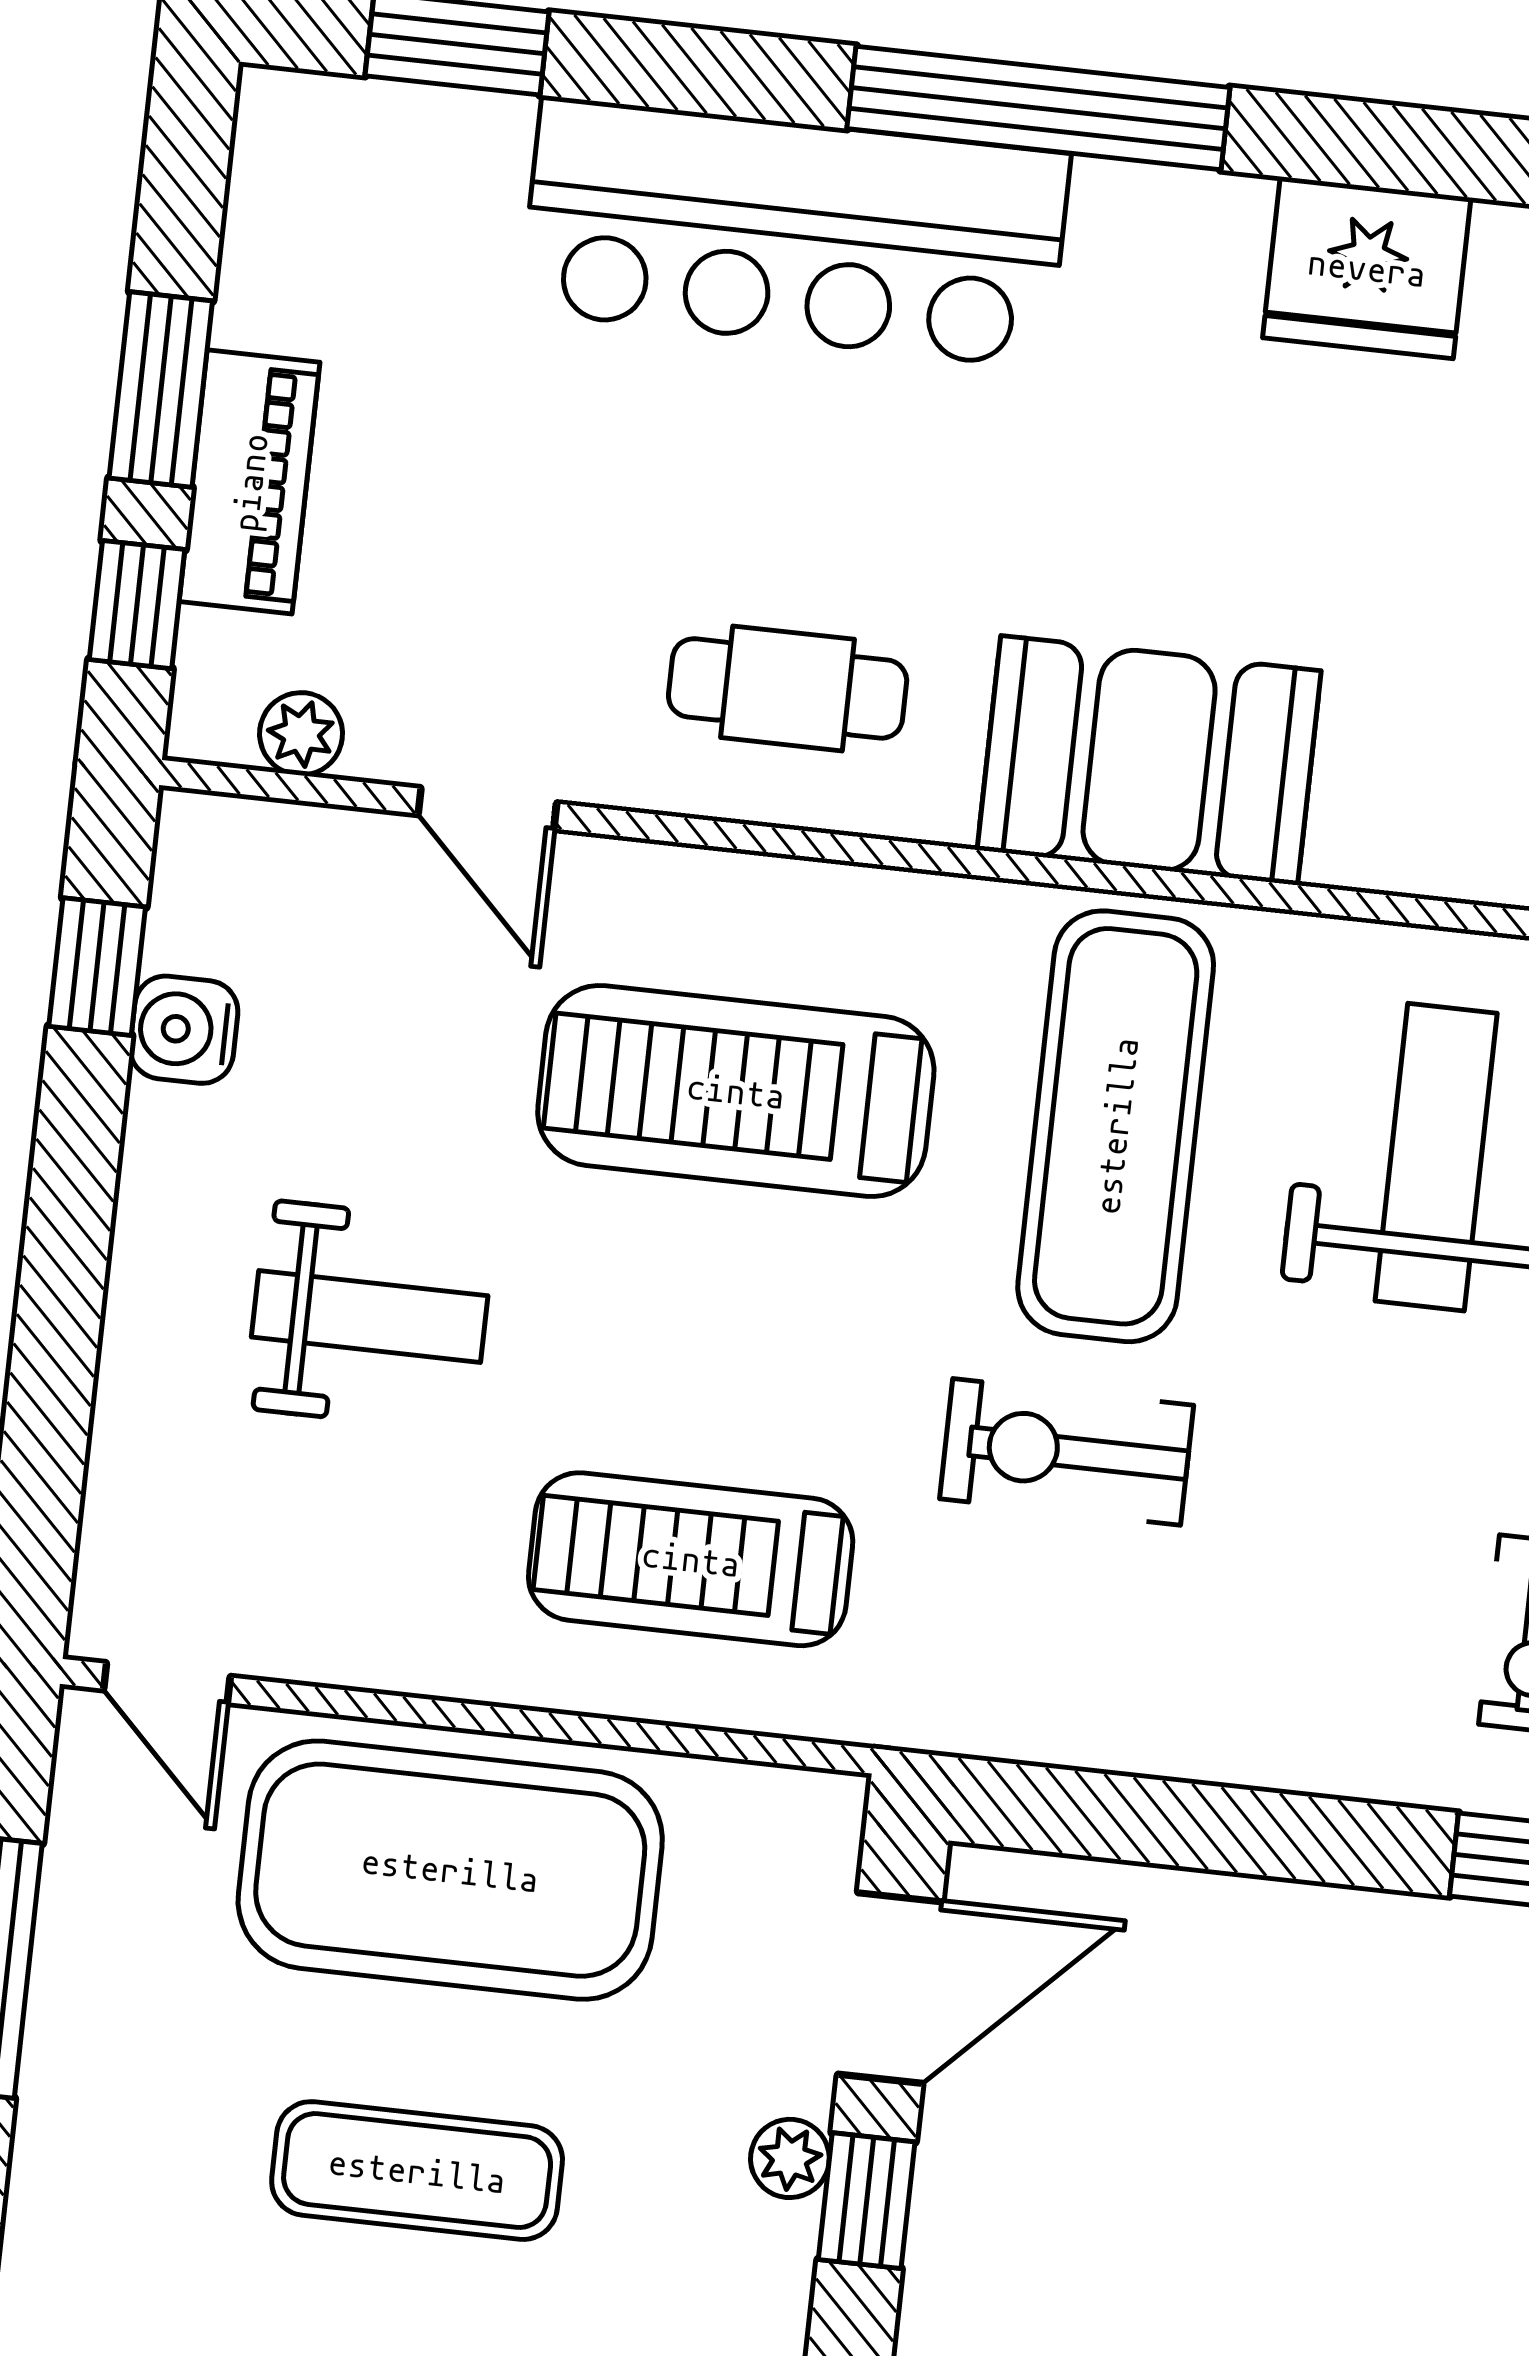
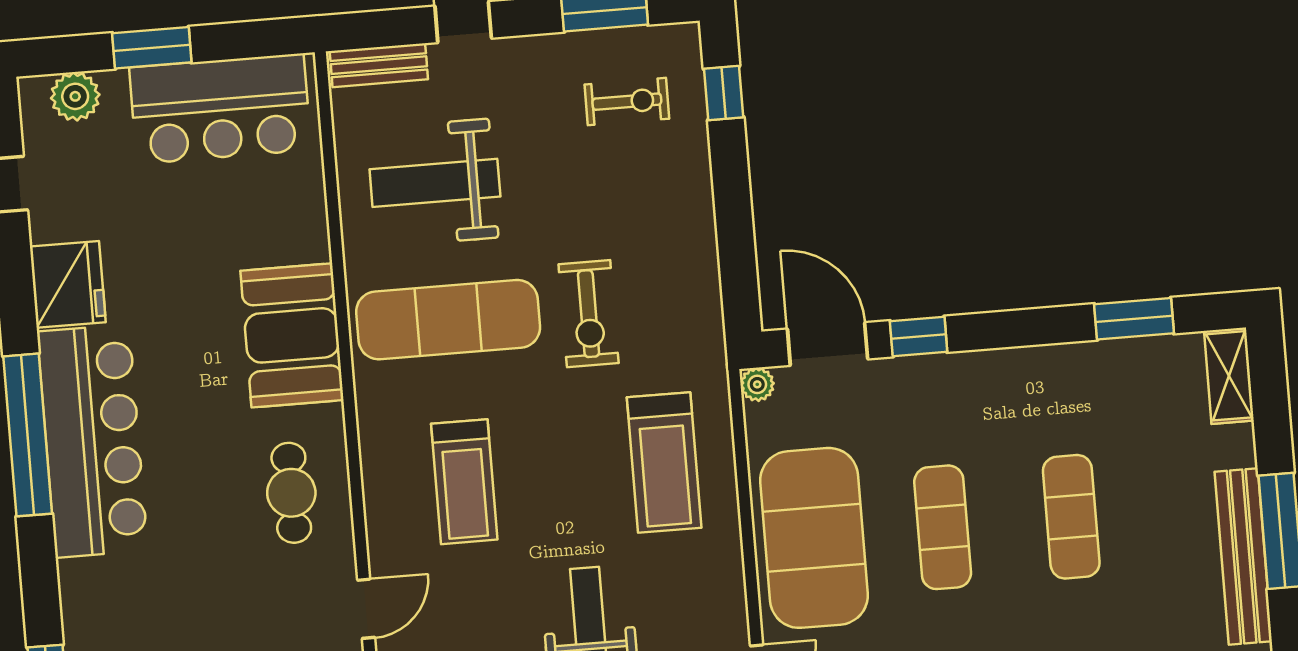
bar counter: (795, 232) -> (92, 441), moved
treadmill: (736, 1091) -> (464, 482), width x0.73, depth x0.73
plant: (790, 2158) -> (757, 384), moved

